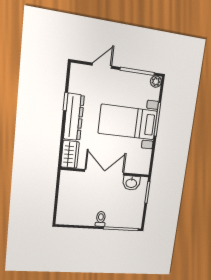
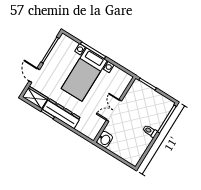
plant: (156, 82) -> (64, 39), removed
wardrobe: (70, 154) -> (35, 97), moved
double door: (104, 172) -> (114, 110), width x0.73
washbasin: (131, 183) -> (105, 139), moved

